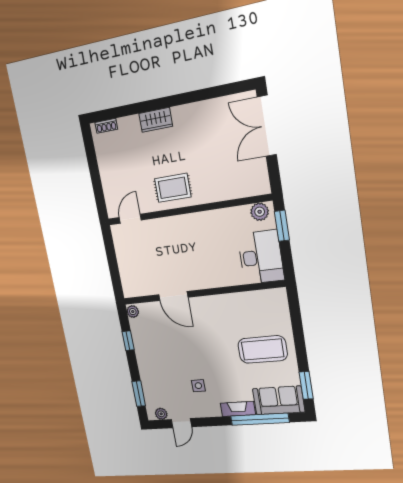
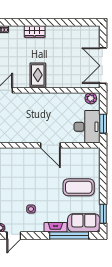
double door: (267, 126) -> (103, 66), moved
rug: (173, 188) -> (38, 75), turned 90
window: (282, 226) -> (103, 124), moved
door: (173, 296) -> (50, 145), moved

